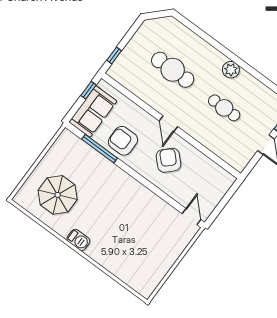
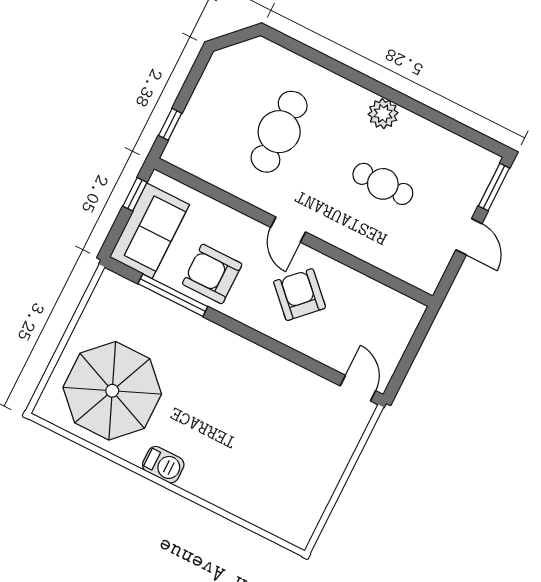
cafe table: (173, 70) -> (279, 132), turned 90
parasol: (58, 195) -> (112, 391), width x1.36, depth x1.36

